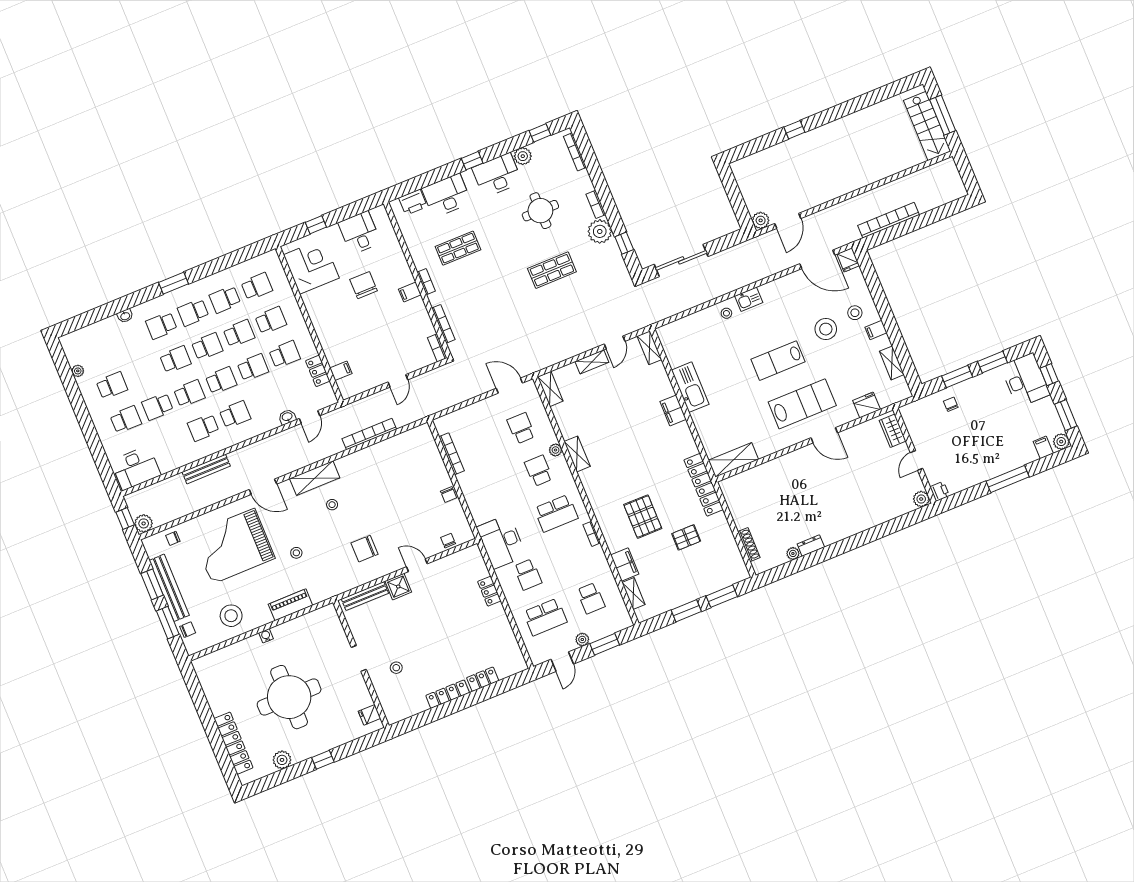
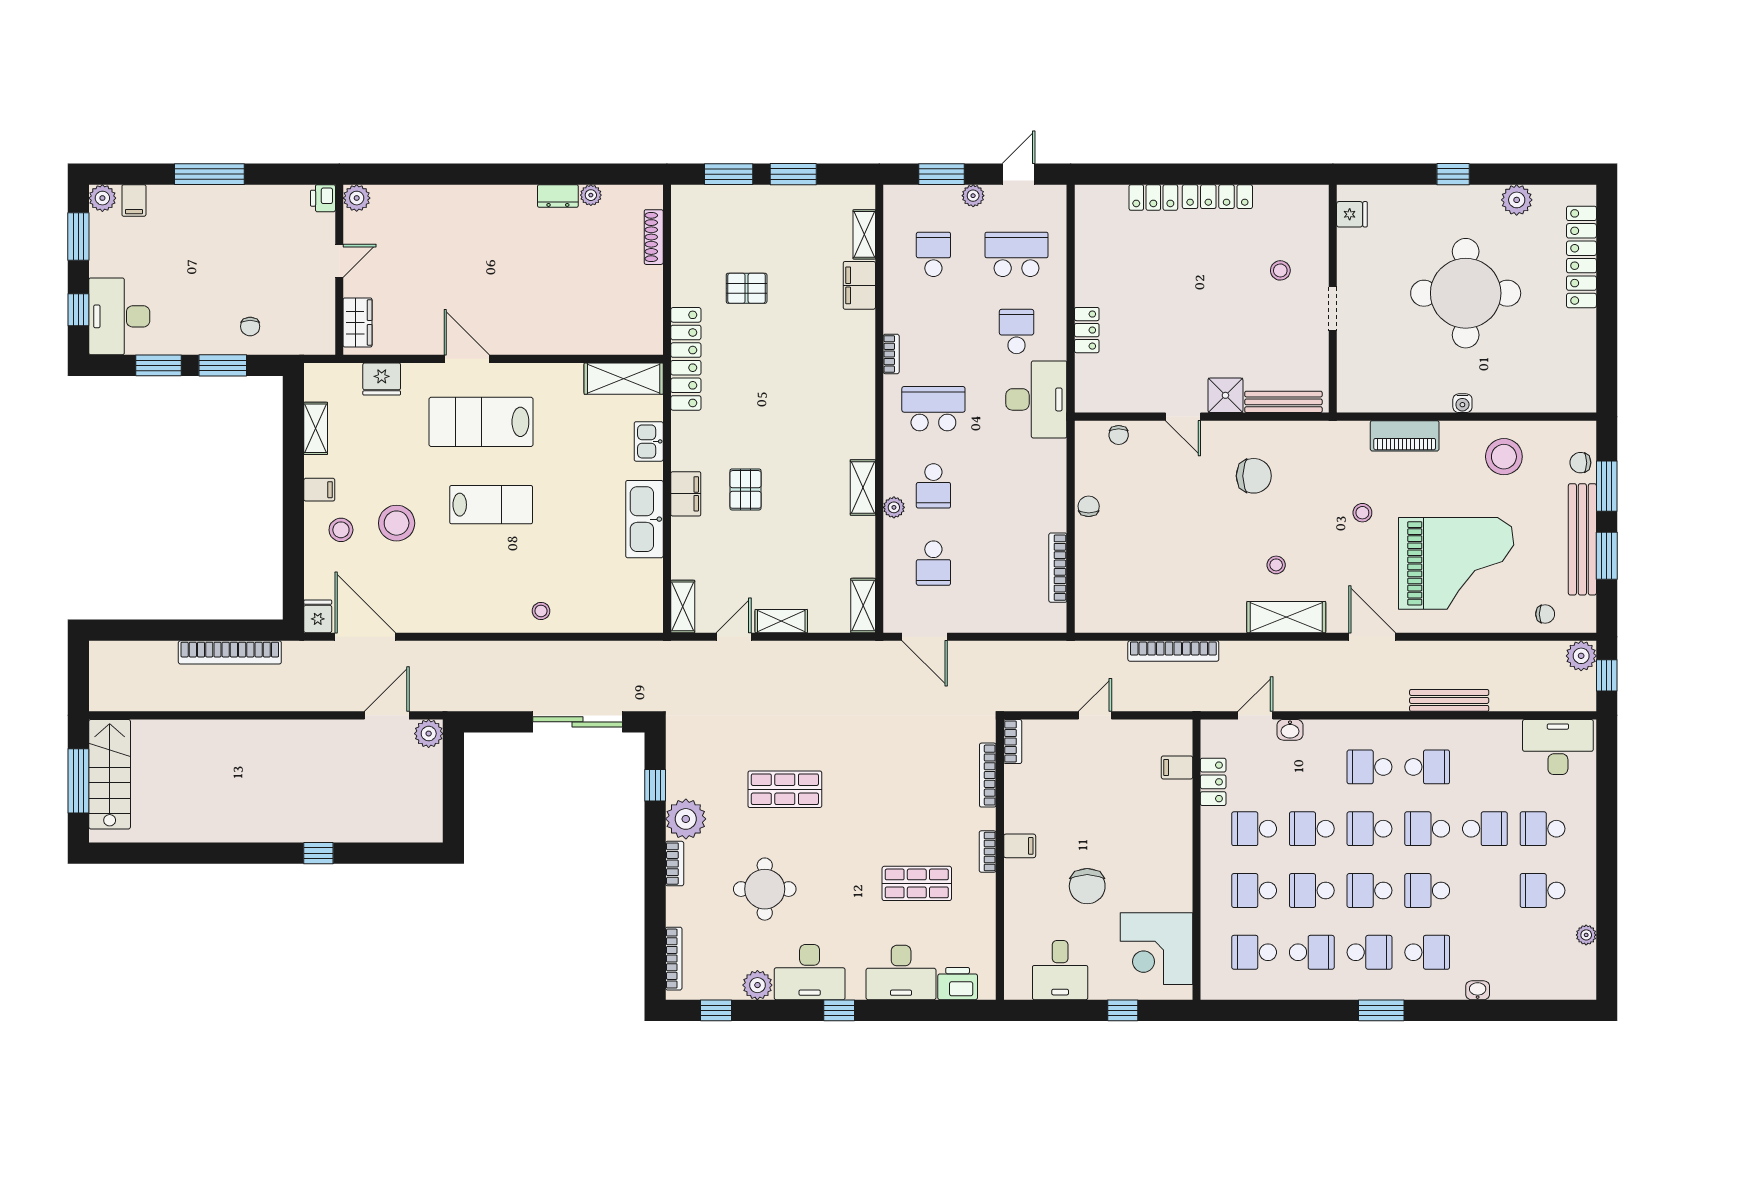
kitchen sink: (749, 299) -> (649, 441), moved, turned -90
pallet: (643, 517) -> (745, 489), moved, width x0.67, depth x0.71

